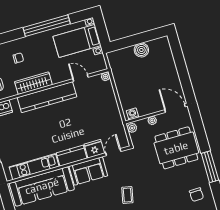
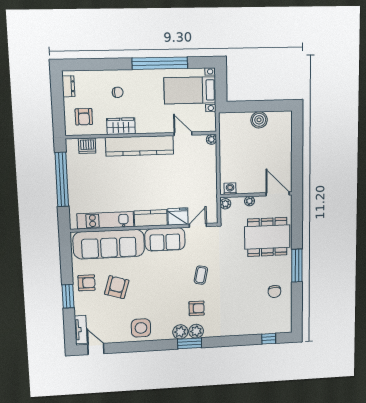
wardrobe: (33, 83) -> (121, 126), width x0.67

